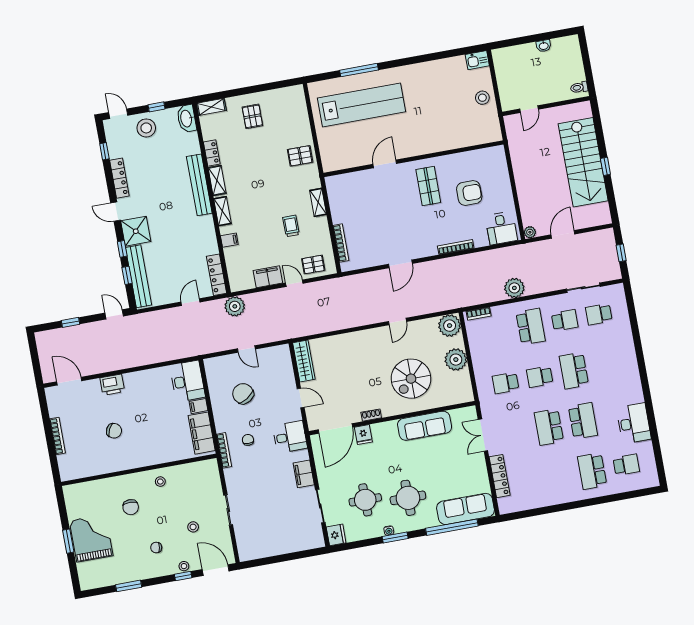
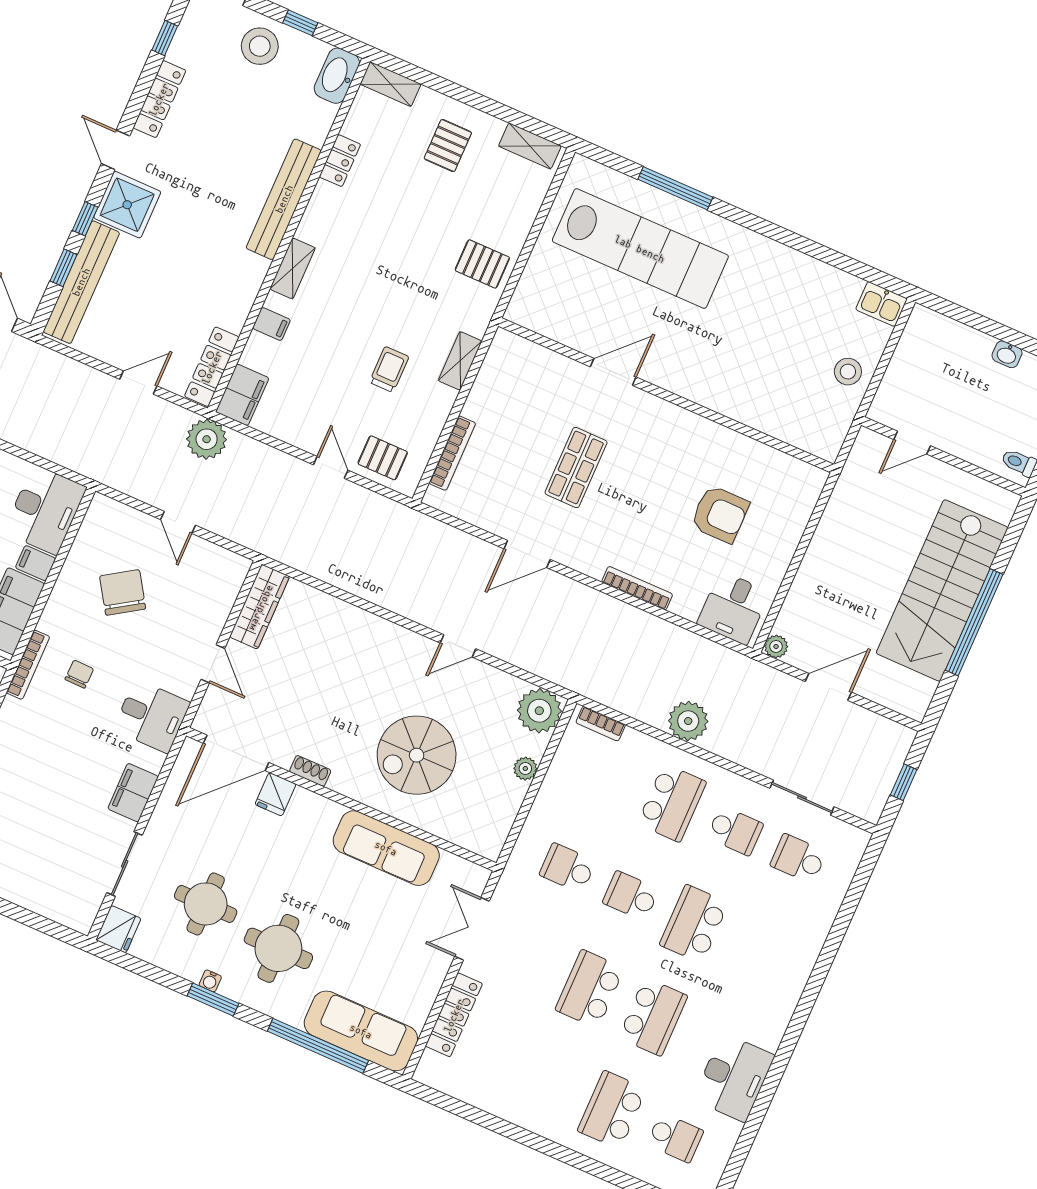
window: (605, 166) -> (974, 622), width x3.17
shelving: (217, 181) -> (530, 146), moved, turned 90
shop shelf: (428, 186) -> (576, 467), moved
filing cabinet: (268, 277) -> (242, 395), moved, turned 90
plant: (456, 360) -> (525, 769), width x0.53, depth x0.53

